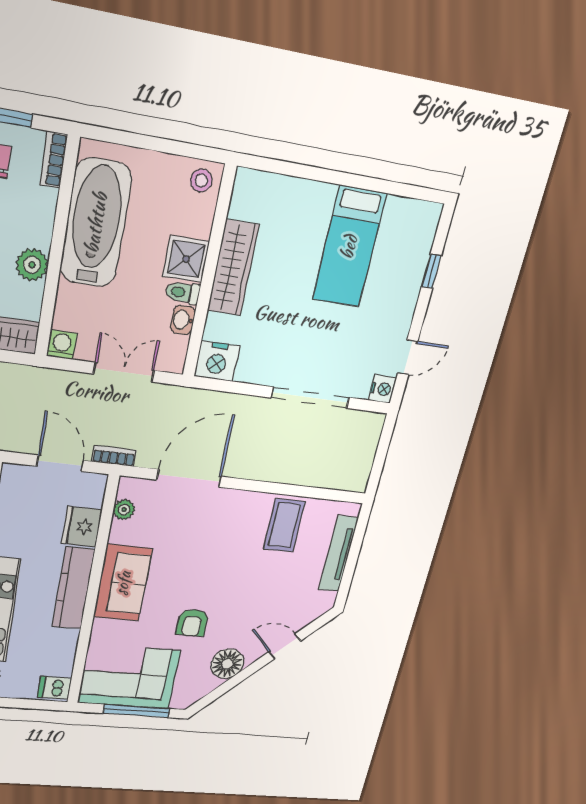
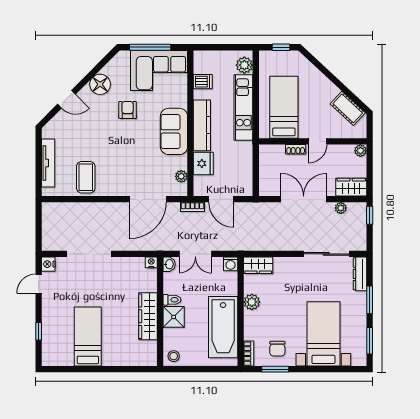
washbasin: (183, 320) -> (169, 264), moved
nightstand: (217, 361) -> (151, 262), width x0.53, depth x0.56
dishwasher: (54, 688) -> (203, 82), moved

